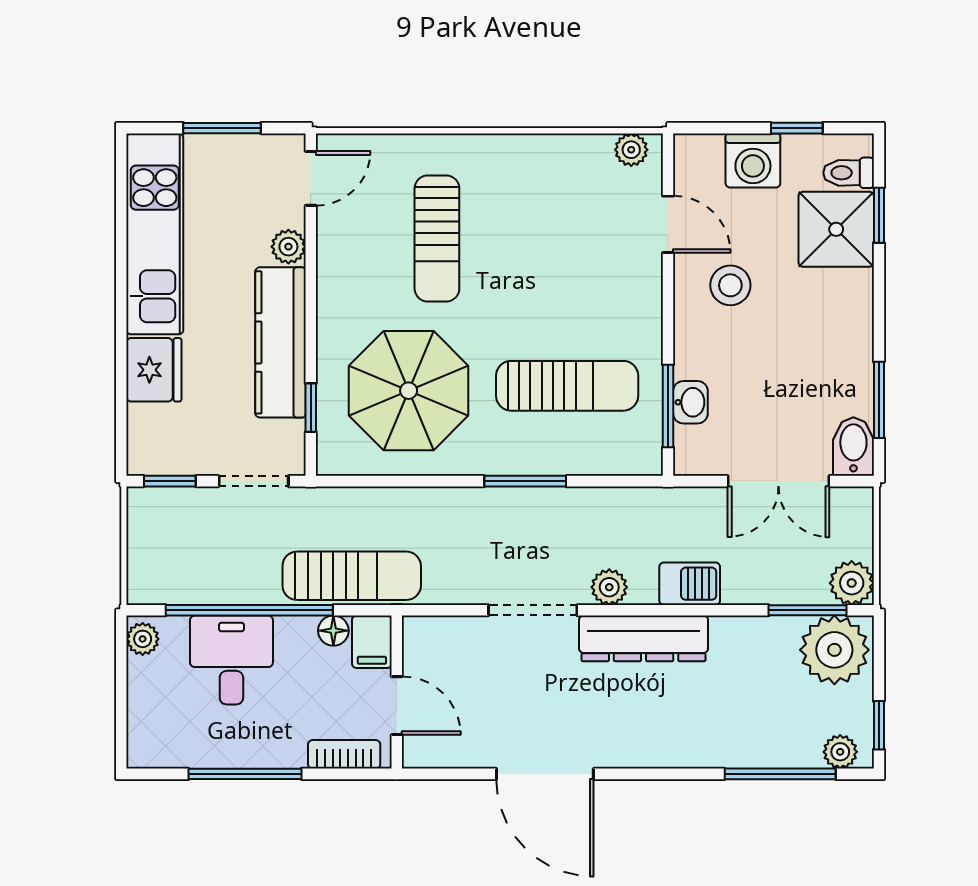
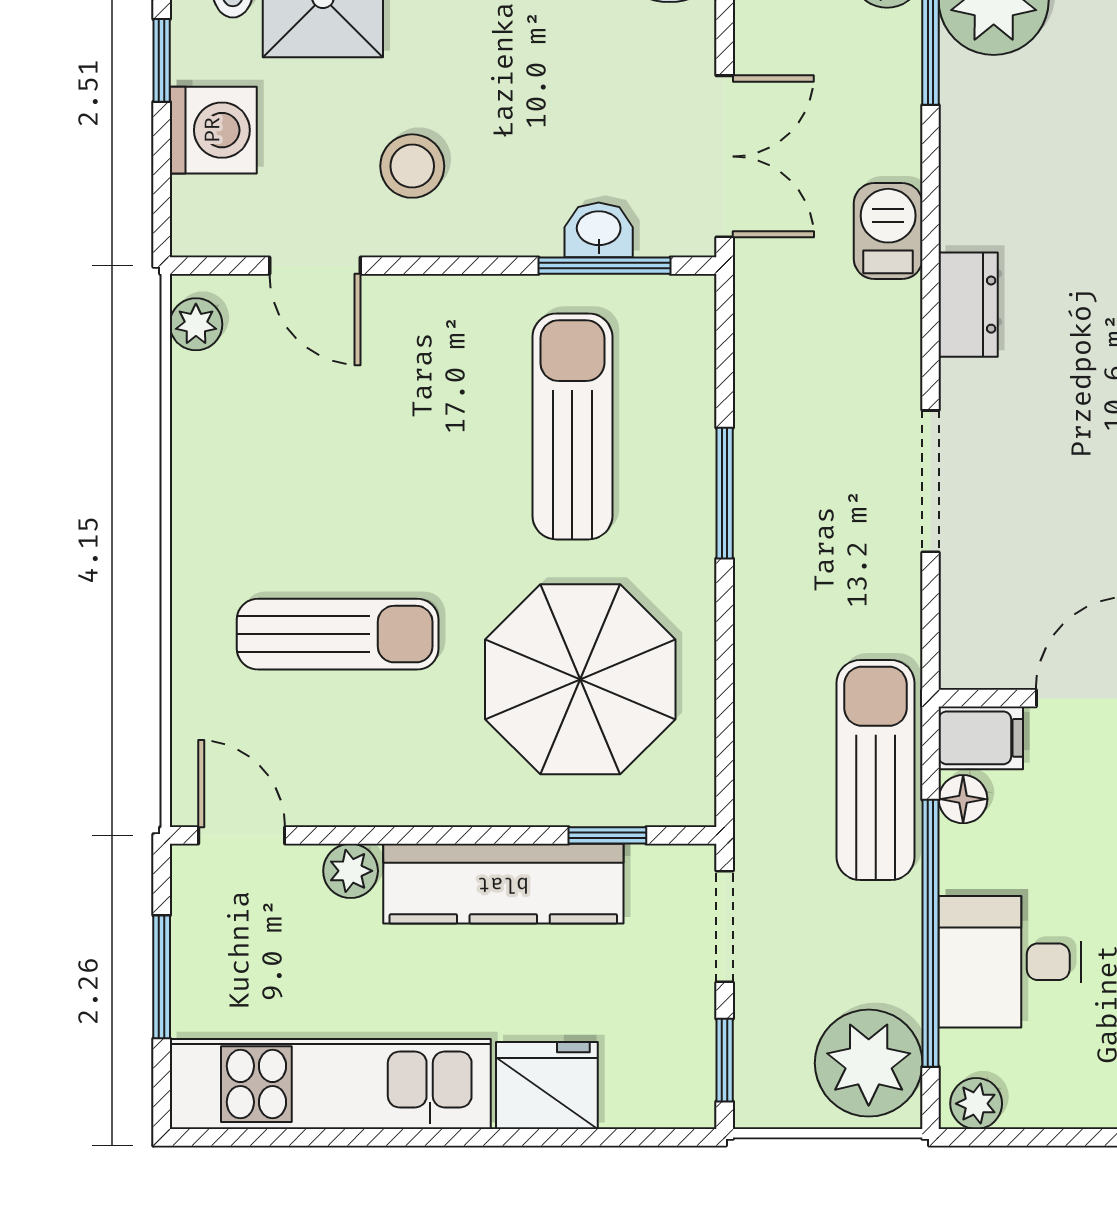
door: (668, 224) -> (315, 266), swing flipped
double door: (778, 481) -> (725, 156), moved
plant: (609, 587) -> (869, 1063), moved, width x1.88, depth x1.88
dresser: (644, 638) -> (968, 305), width x0.51, depth x0.80

